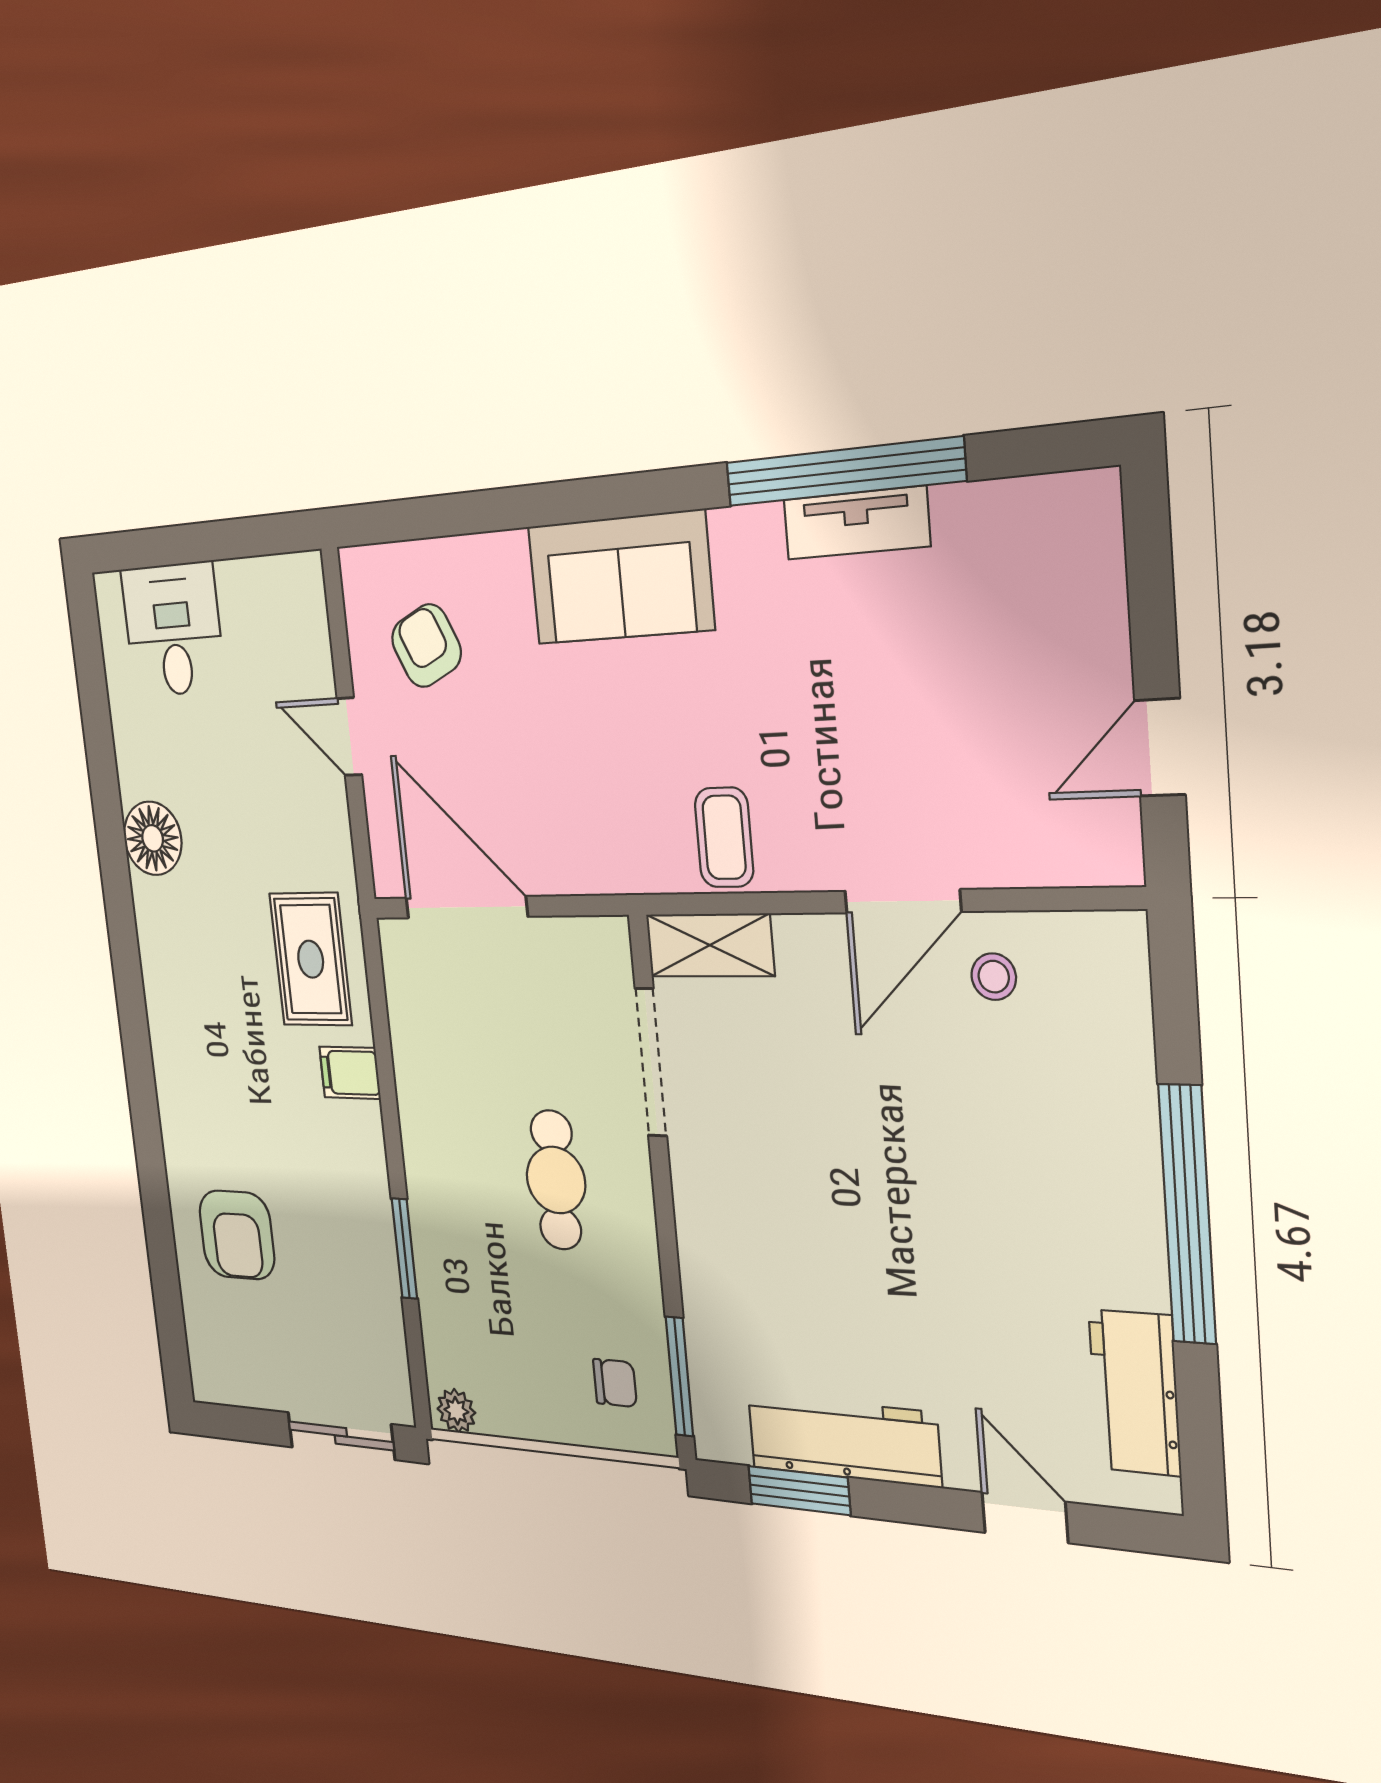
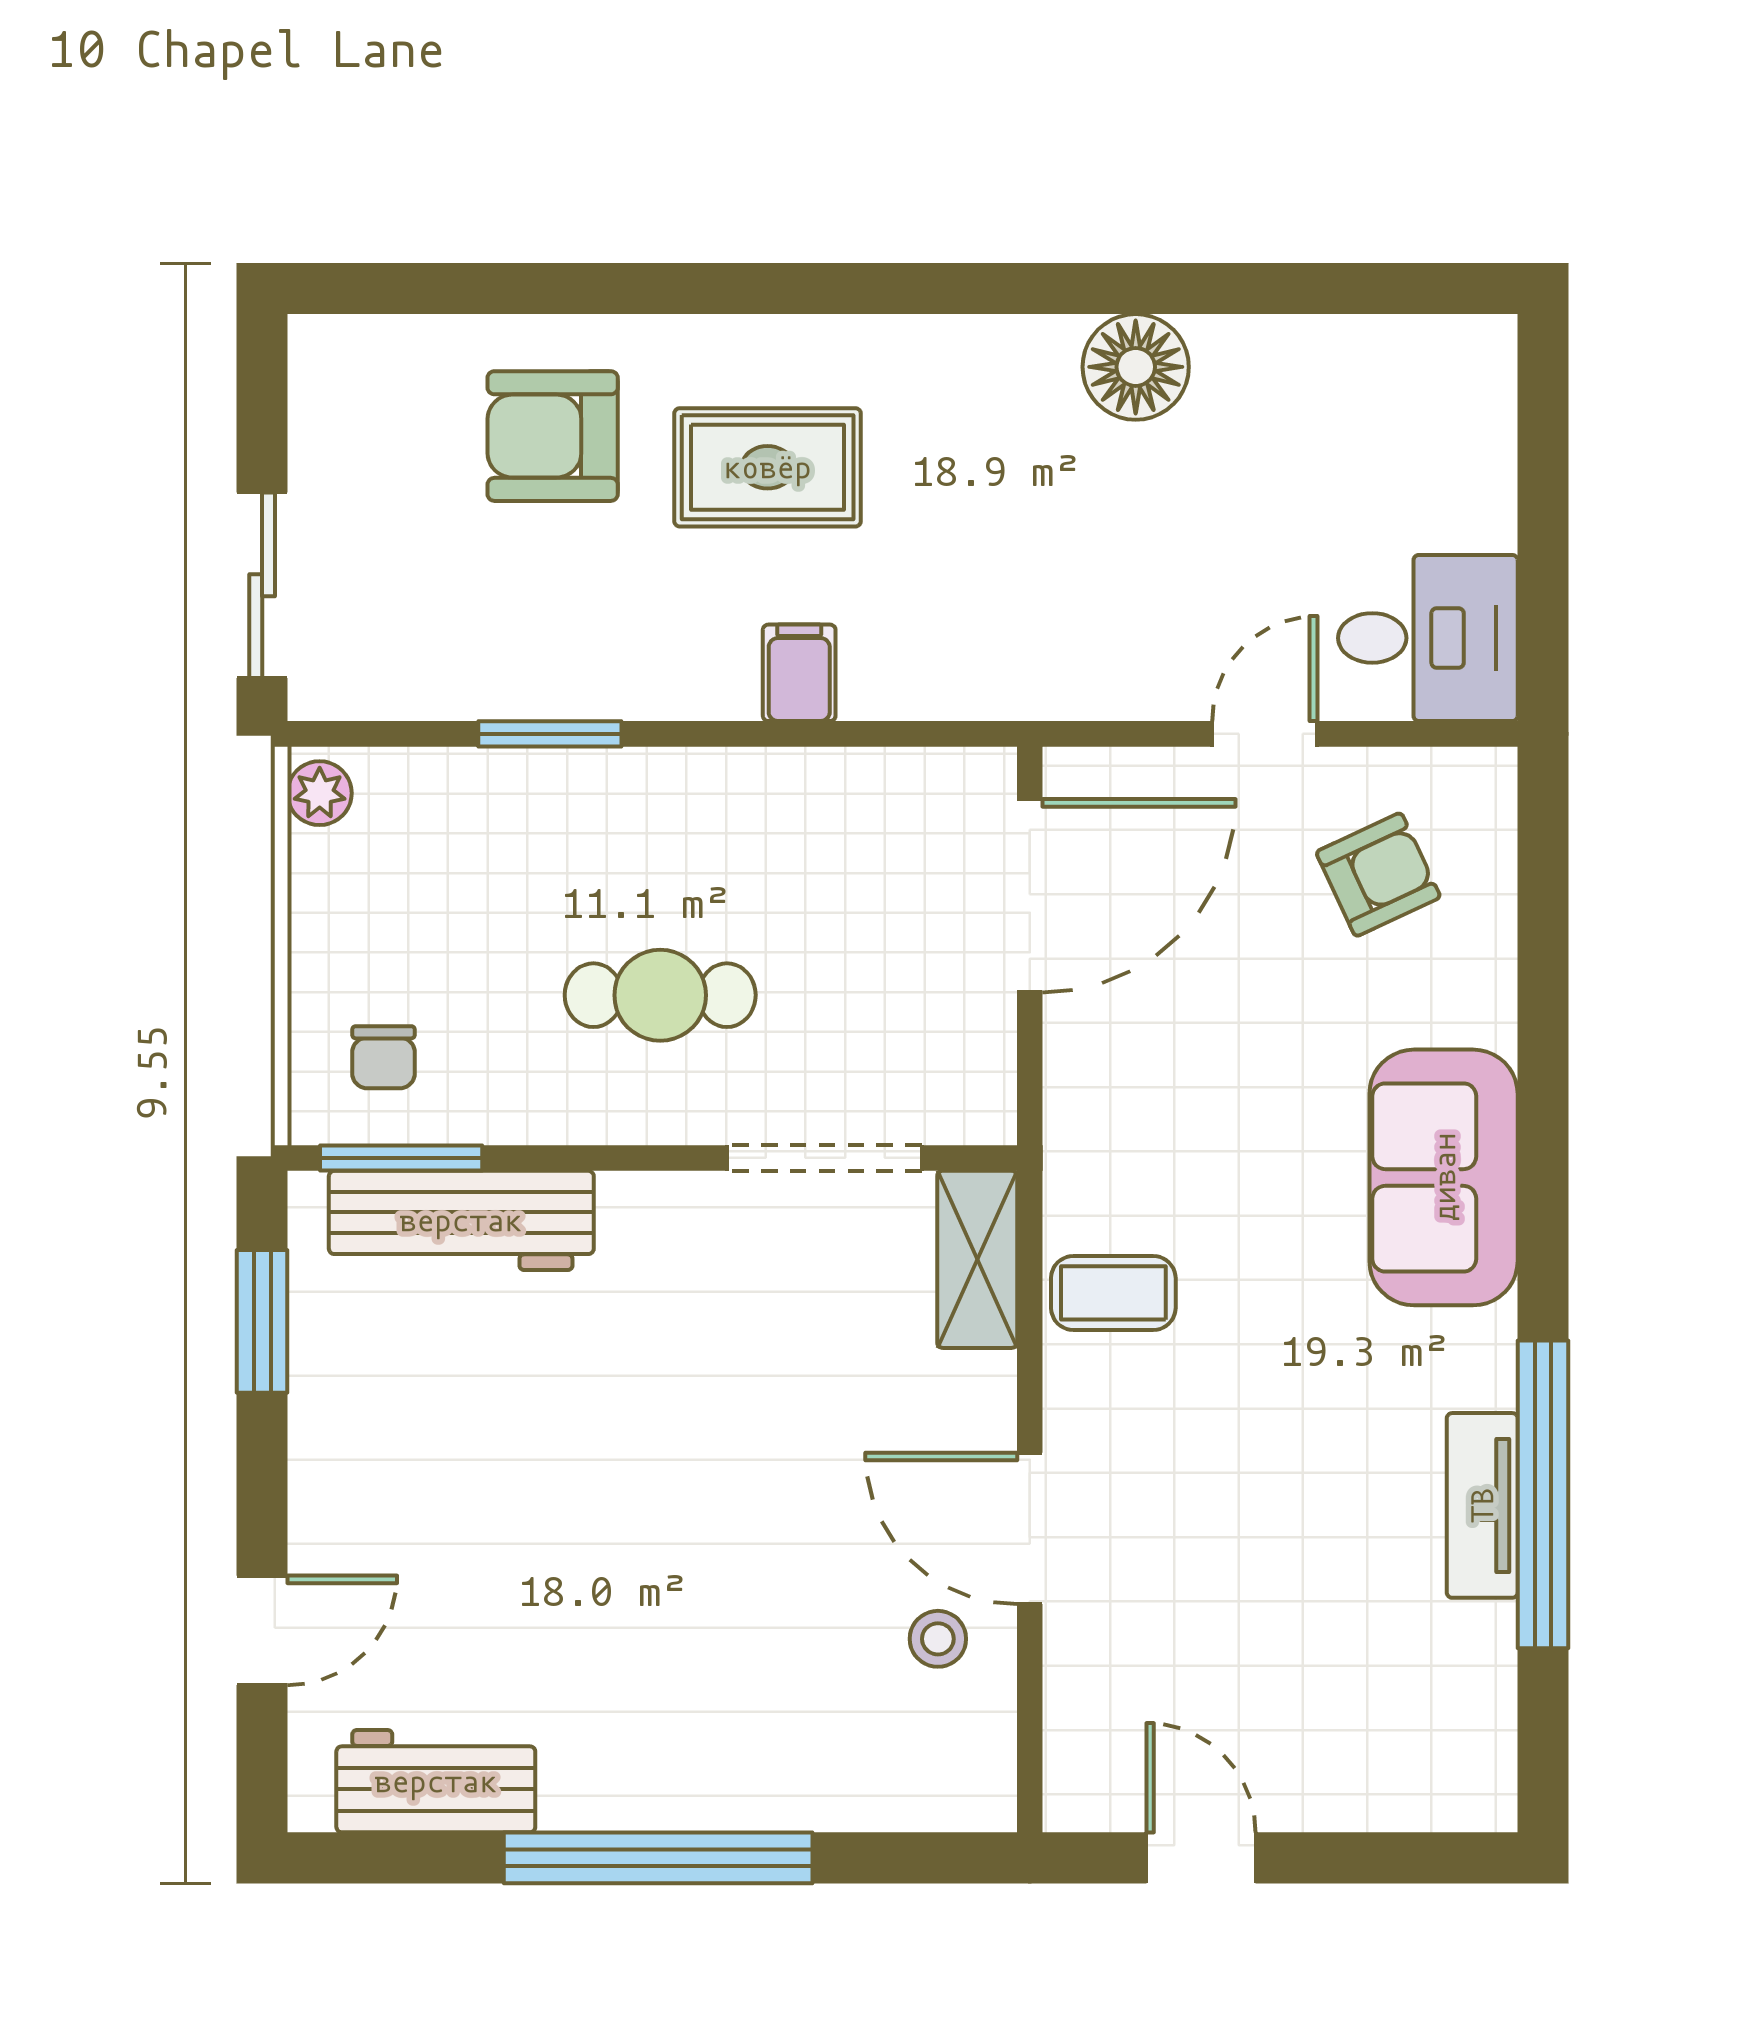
desk: (173, 630) -> (1428, 638), moved
rug: (311, 959) -> (768, 467), moved
workbench: (844, 1440) -> (461, 1220), moved, turned 90

